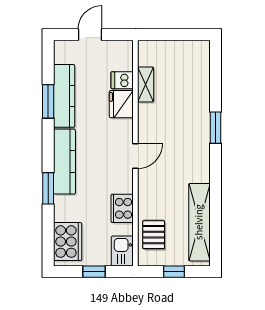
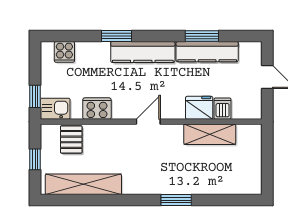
shelving: (146, 85) -> (210, 134), width x1.50, depth x1.33
door: (135, 156) -> (148, 122), swing flipped
pallet: (154, 235) -> (71, 139), turned 90
cooker: (68, 242) -> (64, 52), width x0.53, depth x0.76
window: (94, 272) -> (35, 96), moved

